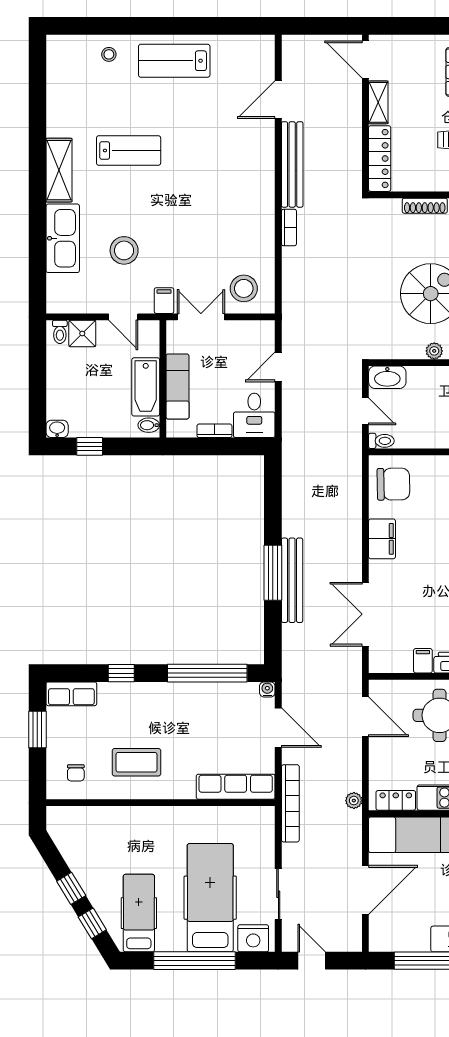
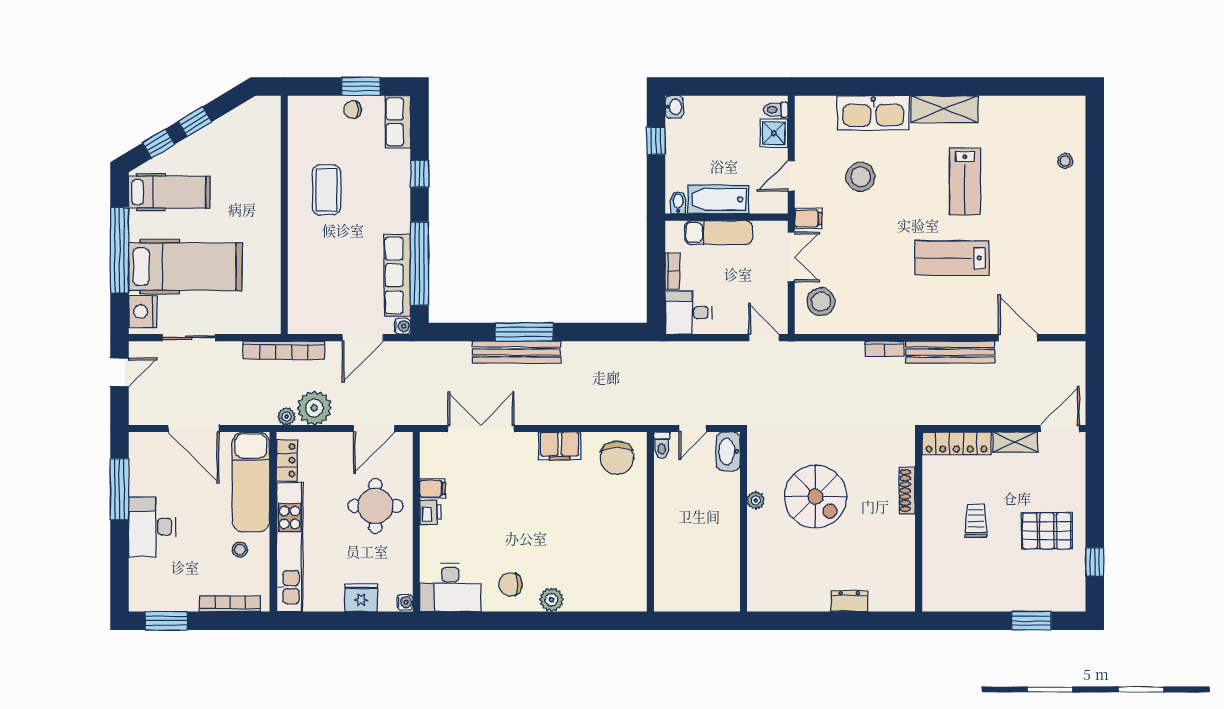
lab bench: (174, 61) -> (952, 258), moved, turned -90
door: (278, 367) -> (764, 338), moved
chair: (76, 773) -> (353, 109), moved
plant: (346, 774) -> (314, 408), added
row of seats: (236, 787) -> (397, 275), moved, turned 180

